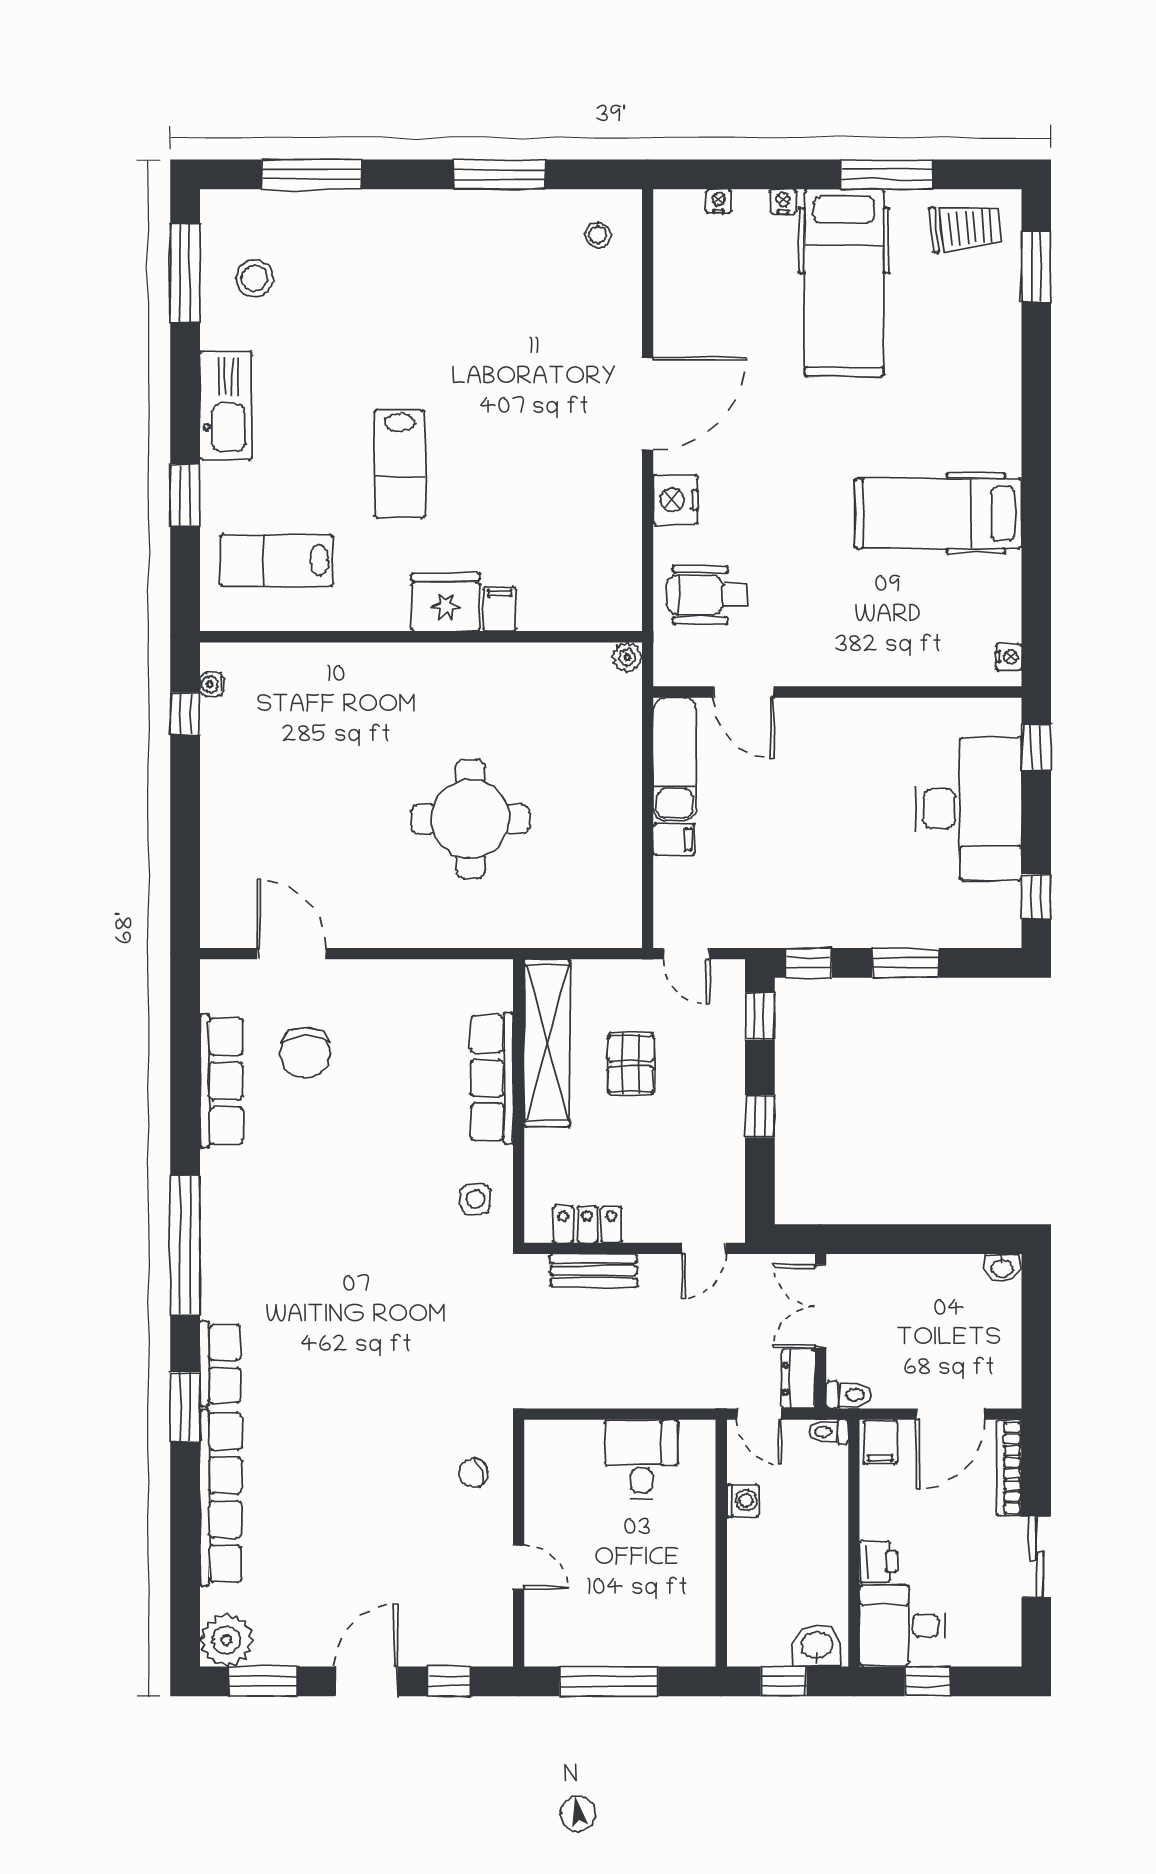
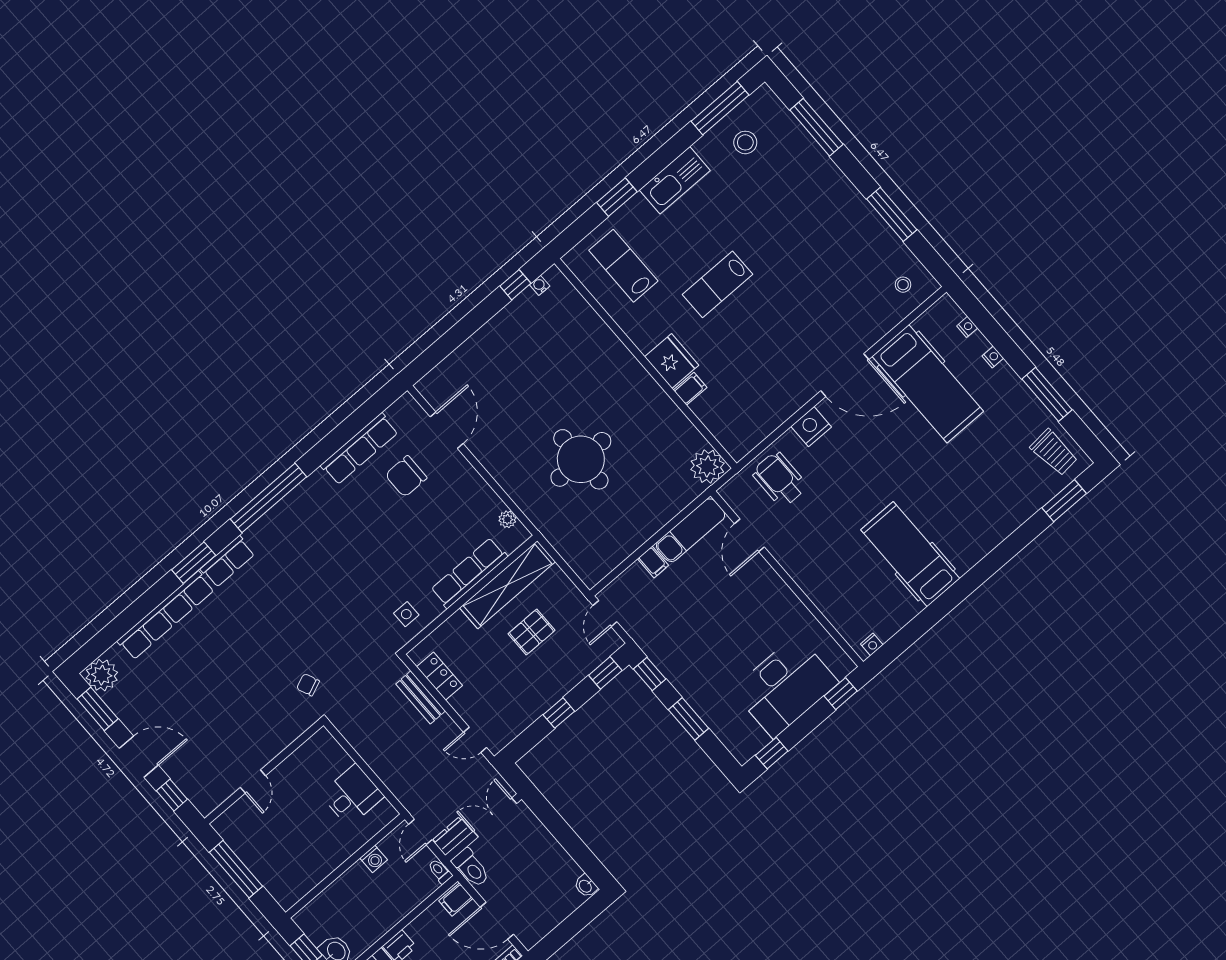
hospital bed: (844, 283) -> (928, 384), moved, turned -90
plant: (627, 657) -> (707, 466), width x1.88, depth x1.88
plant: (466, 974) -> (507, 519), added
toilet: (849, 1395) -> (471, 868), width x1.37, depth x1.39
chair: (474, 1473) -> (308, 685), moved

